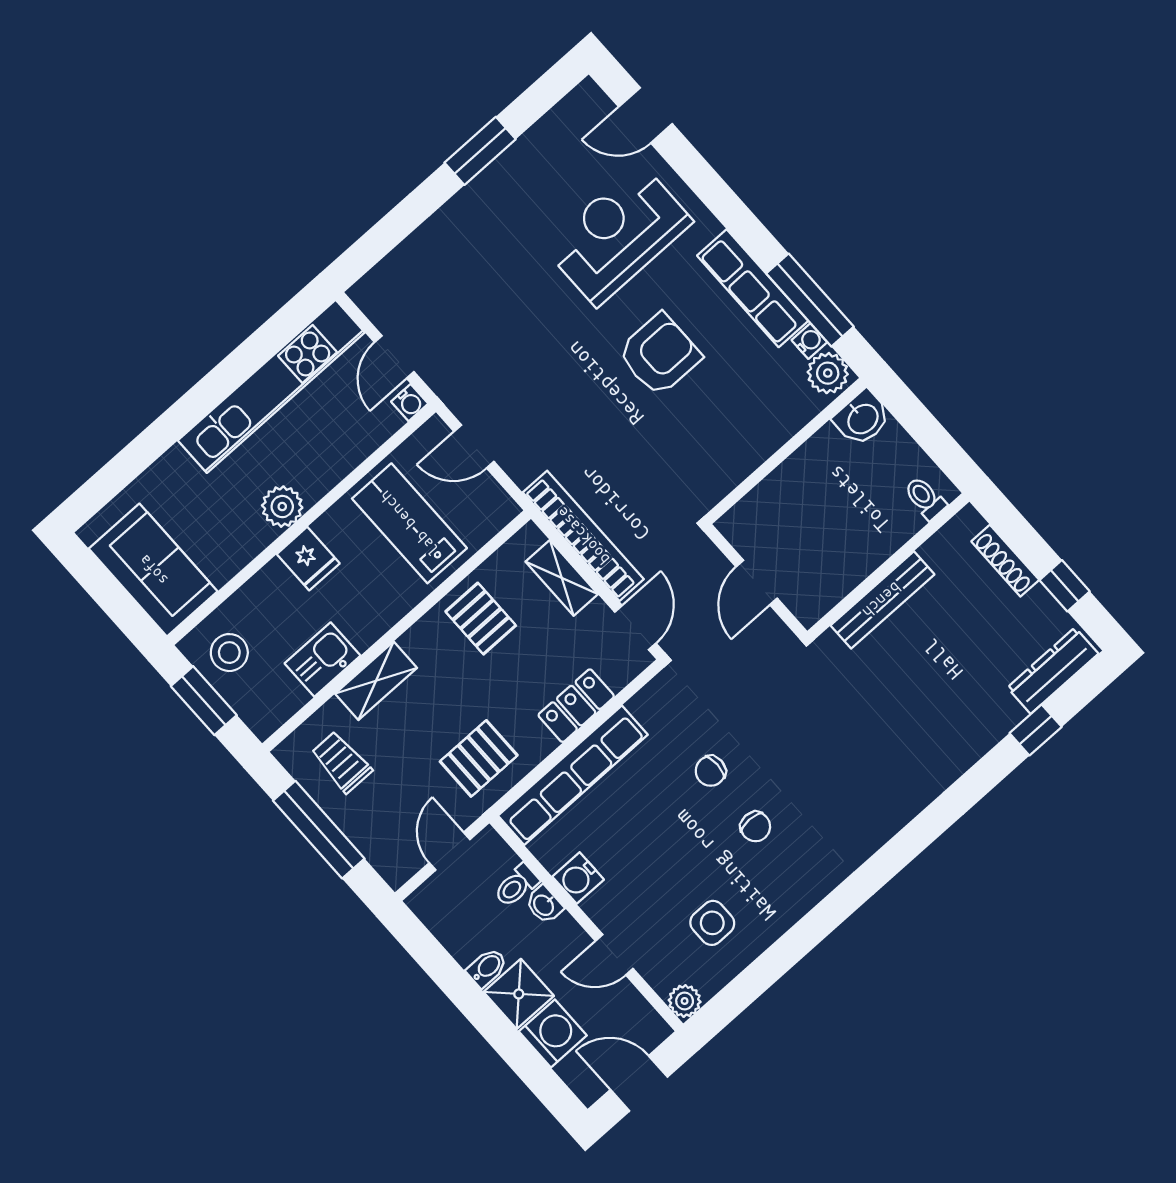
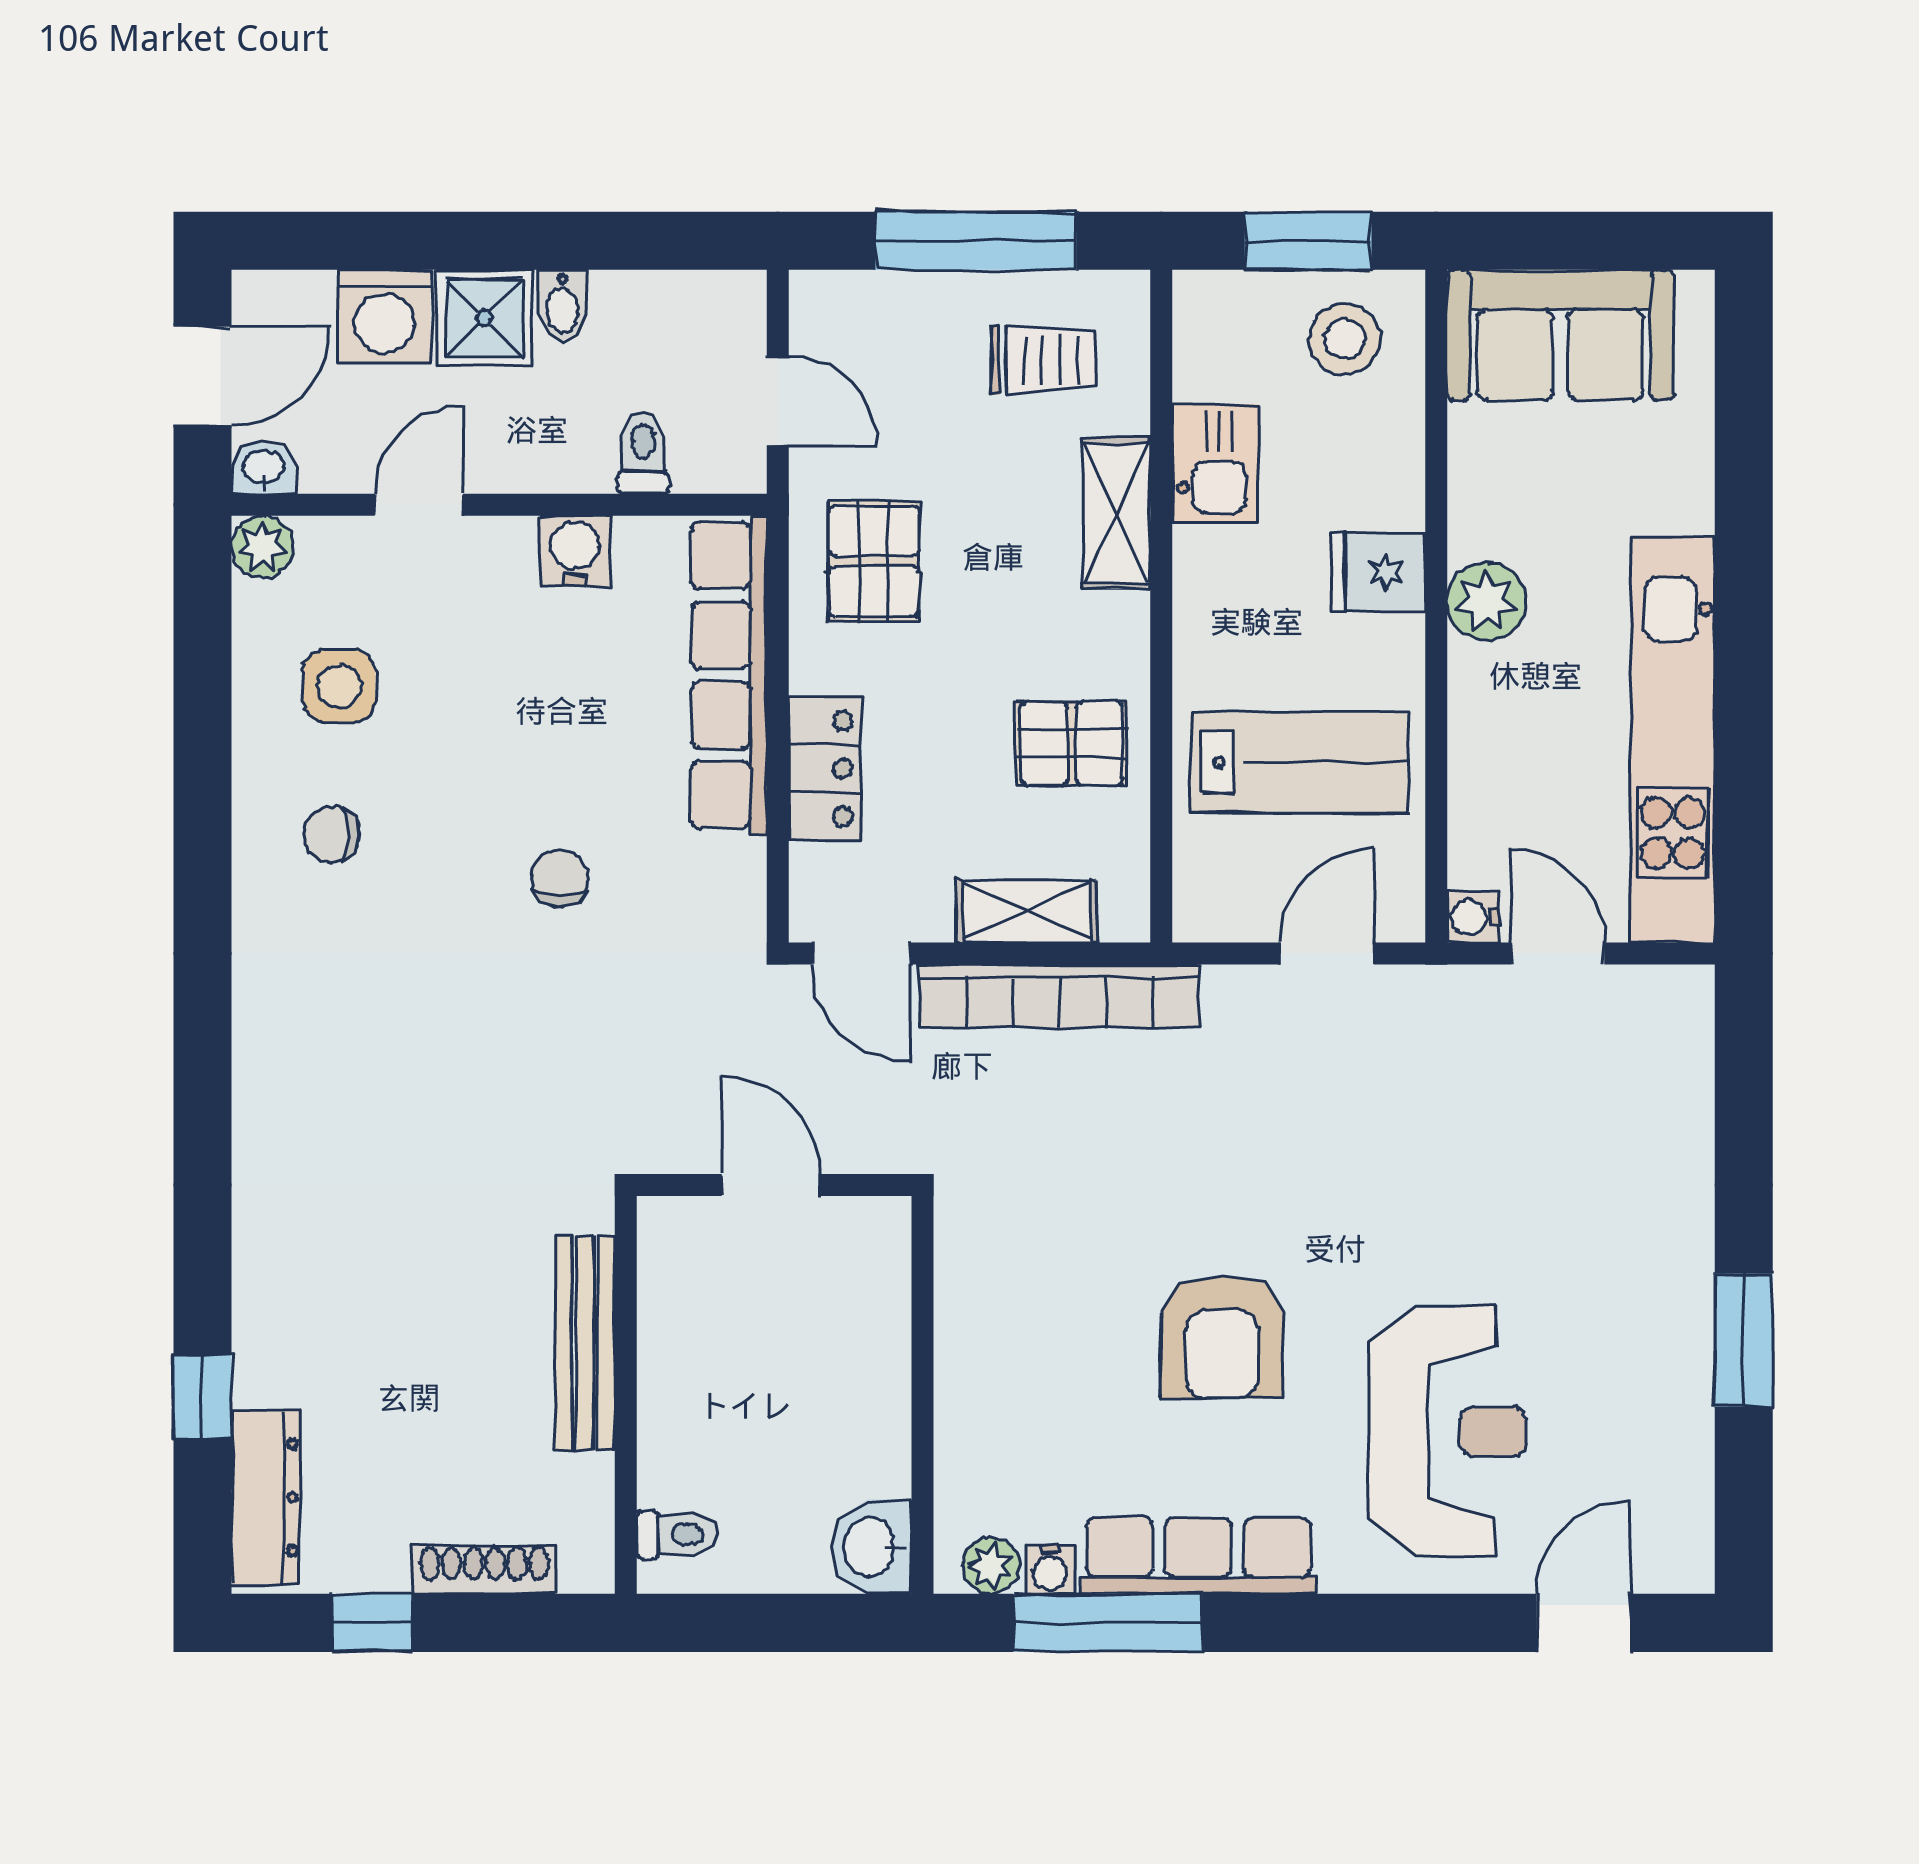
plant: (828, 373) -> (991, 1565), width x0.73, depth x0.73
chair: (755, 827) -> (332, 835), moved
washbasin: (544, 905) -> (263, 468), moved

